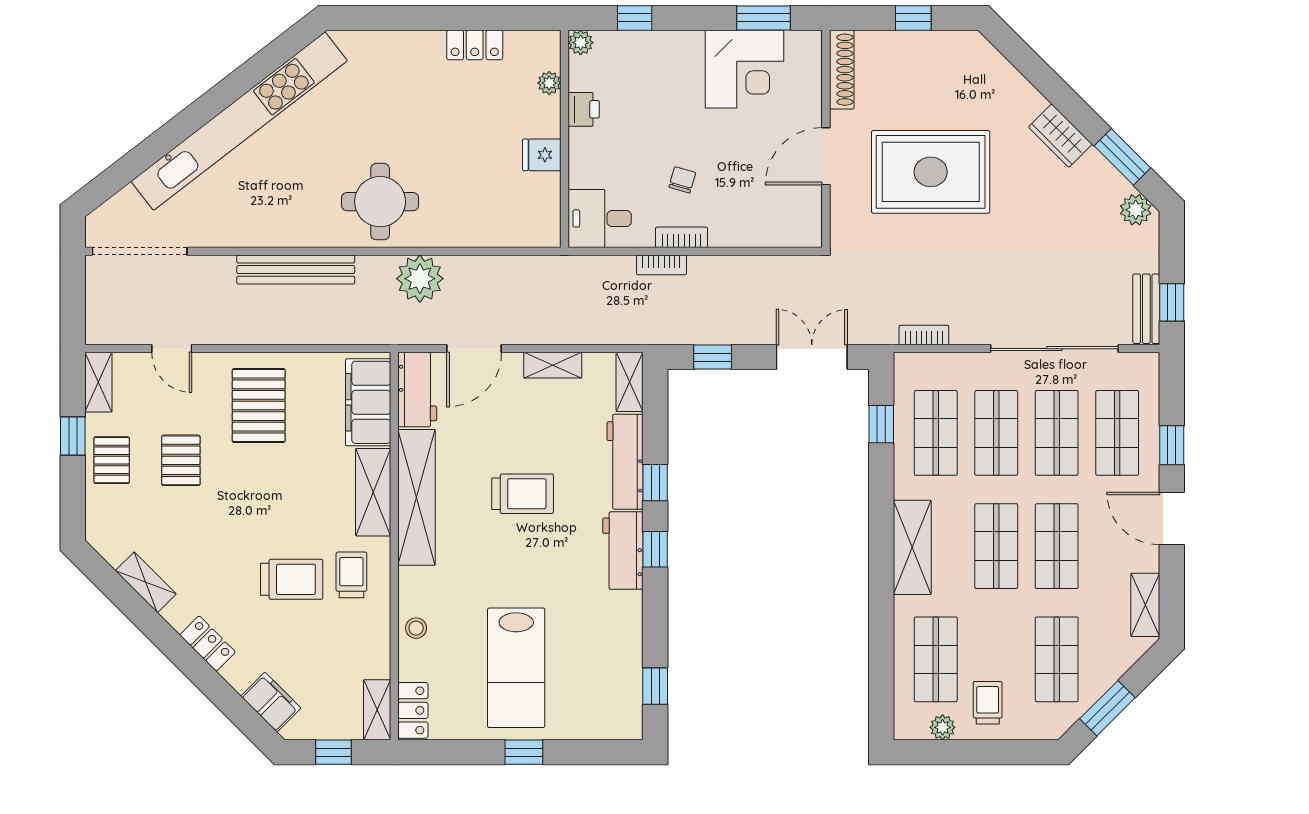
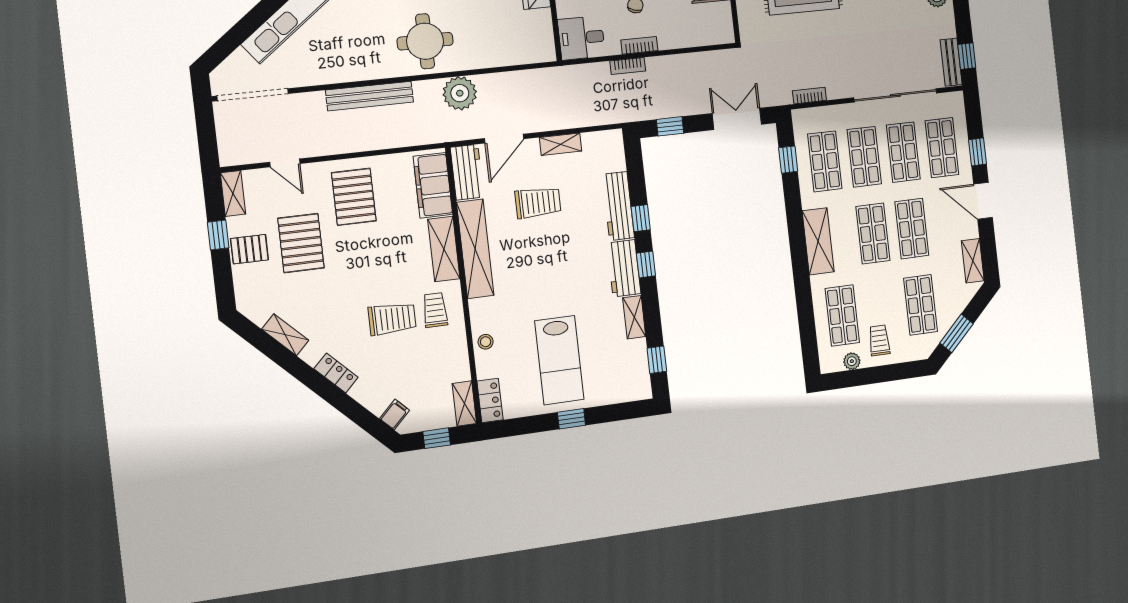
shelving: (630, 382) -> (634, 317), moved
pallet: (112, 460) -> (249, 249), turned 90
pallet: (181, 460) -> (301, 243), width x1.50, depth x1.42
trolley: (523, 494) -> (538, 203), moved
filing cabinet: (271, 702) -> (395, 414), width x0.50

